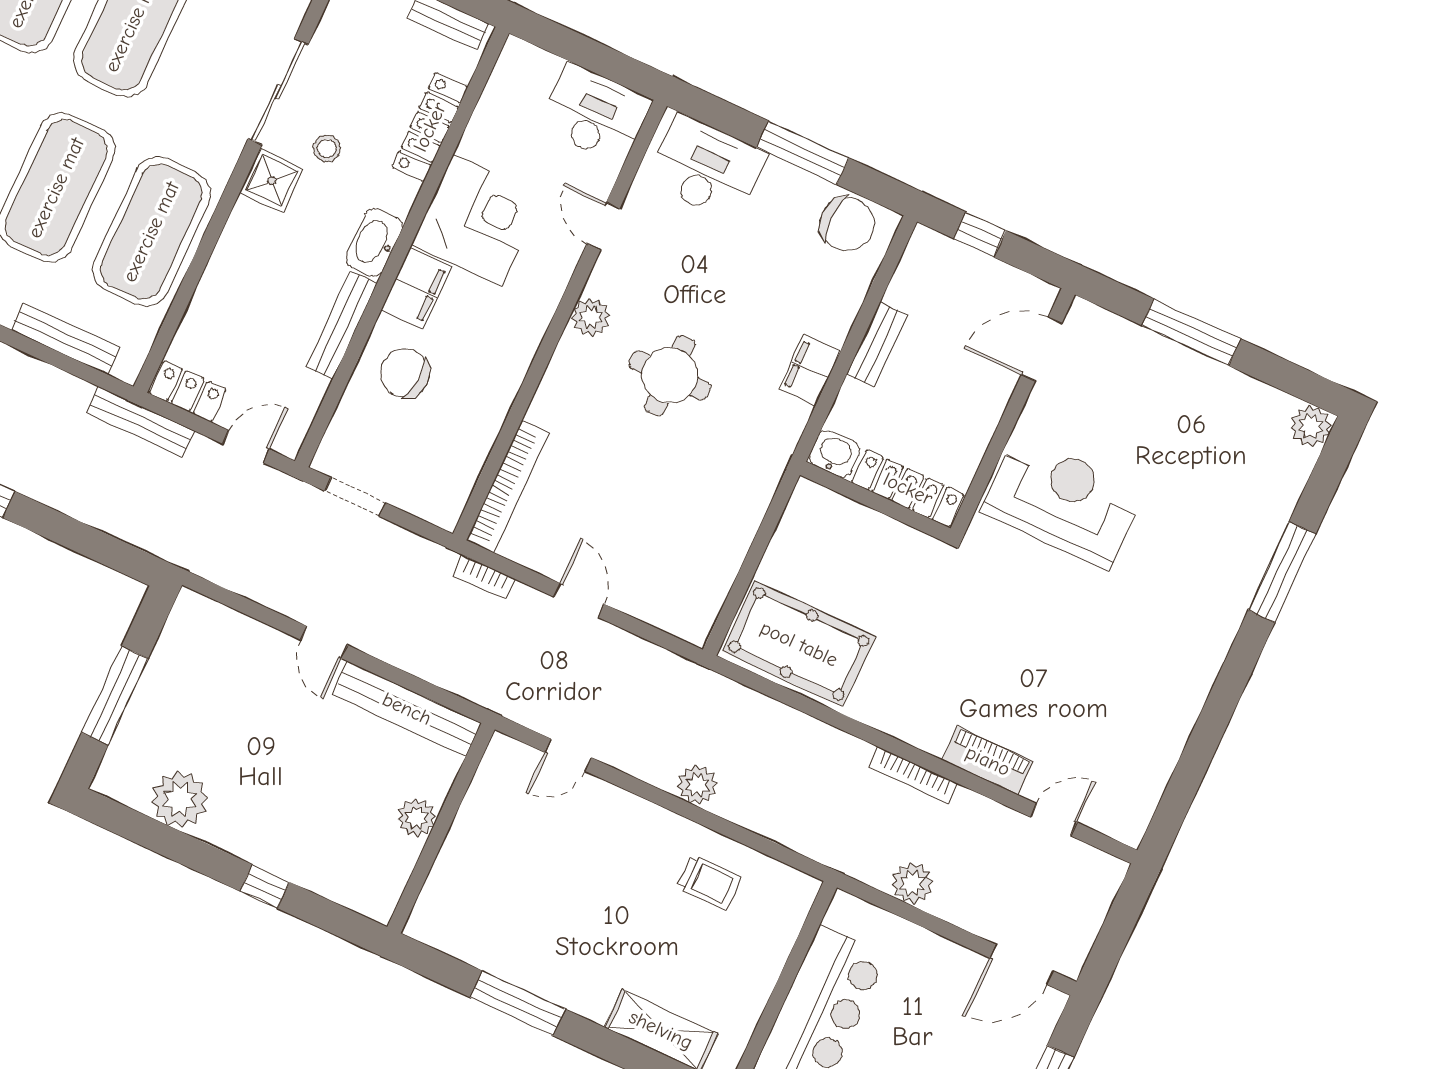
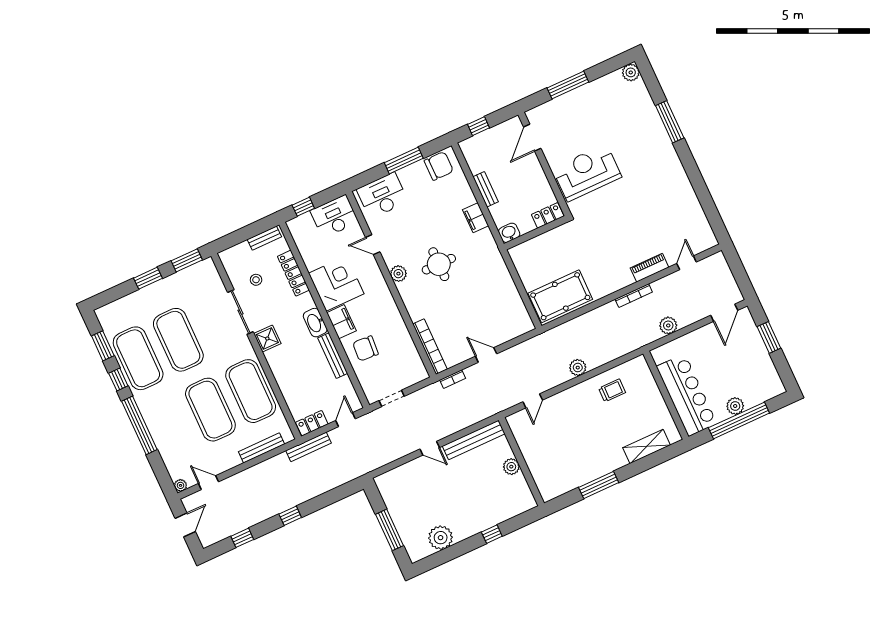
window: (565, 43) -> (303, 207), added
stool: (327, 148) -> (256, 280), moved
locker: (908, 489) -> (548, 215), width x0.66

